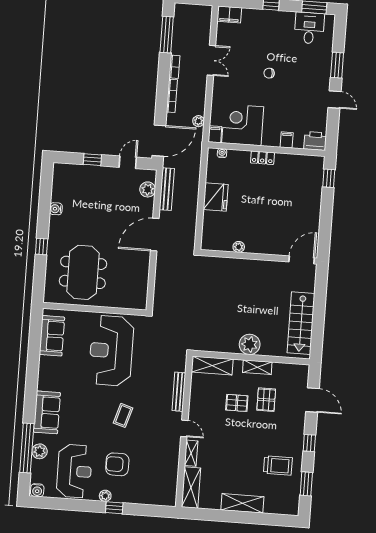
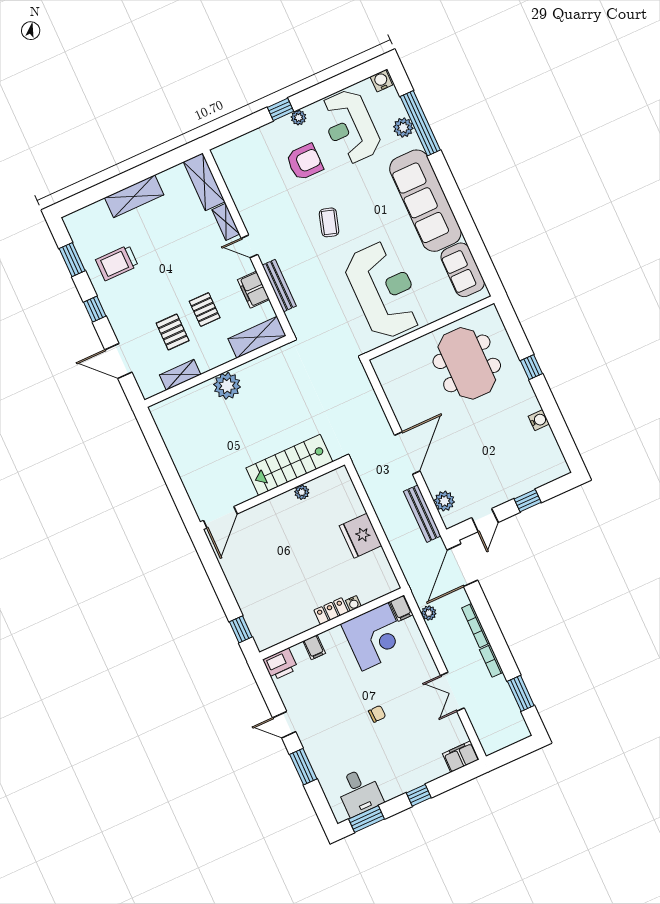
window: (167, 35) -> (521, 693), width x0.69
water cooler: (222, 153) -> (353, 603), moved
stairs: (301, 323) -> (289, 465), moved, turned -90
shelving: (257, 367) -> (180, 375), moved
filing cabinet: (197, 398) -> (254, 290), added
pallet: (237, 403) -> (205, 310), turned 90
sofa: (47, 412) -> (425, 201), width x1.85, depth x1.27

